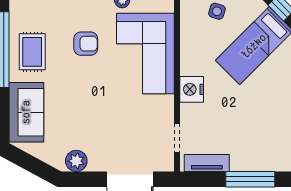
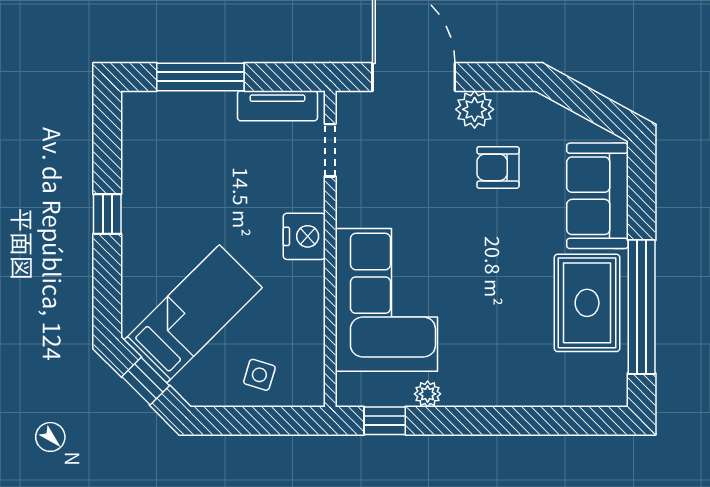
armchair: (86, 44) -> (498, 167), moved
rug: (32, 52) -> (587, 303), width x1.36, depth x1.43
plant: (76, 161) -> (475, 109), moved

